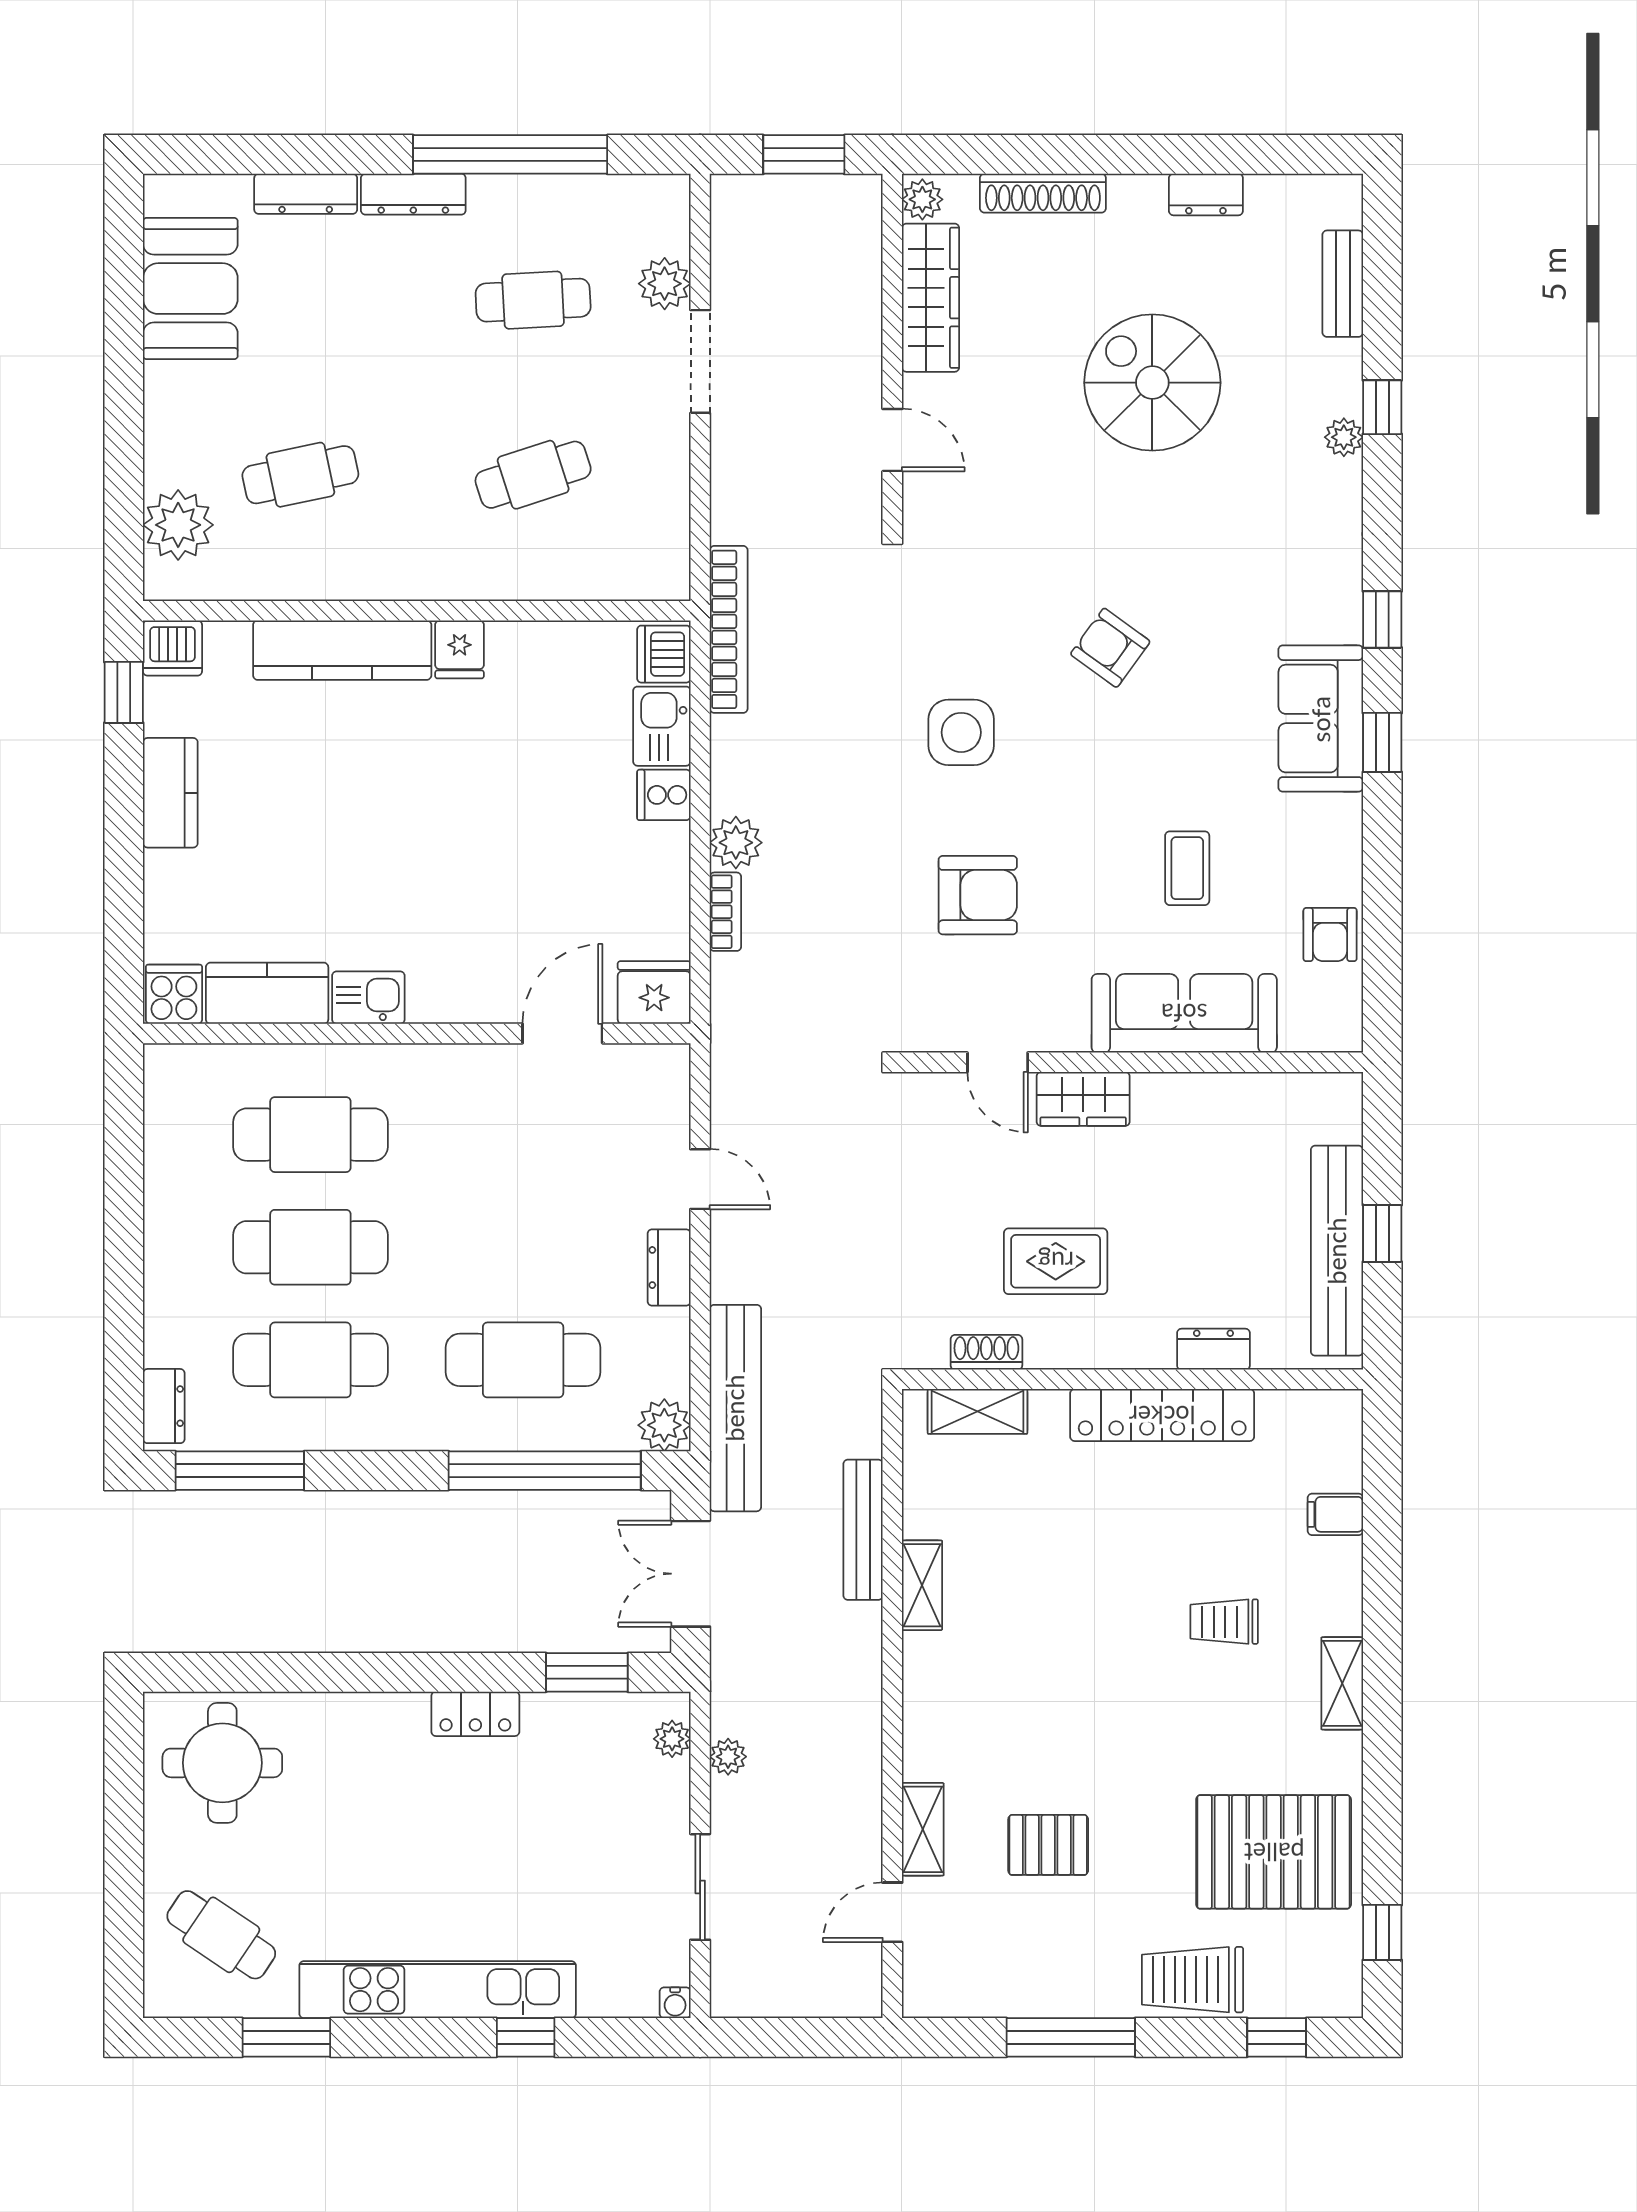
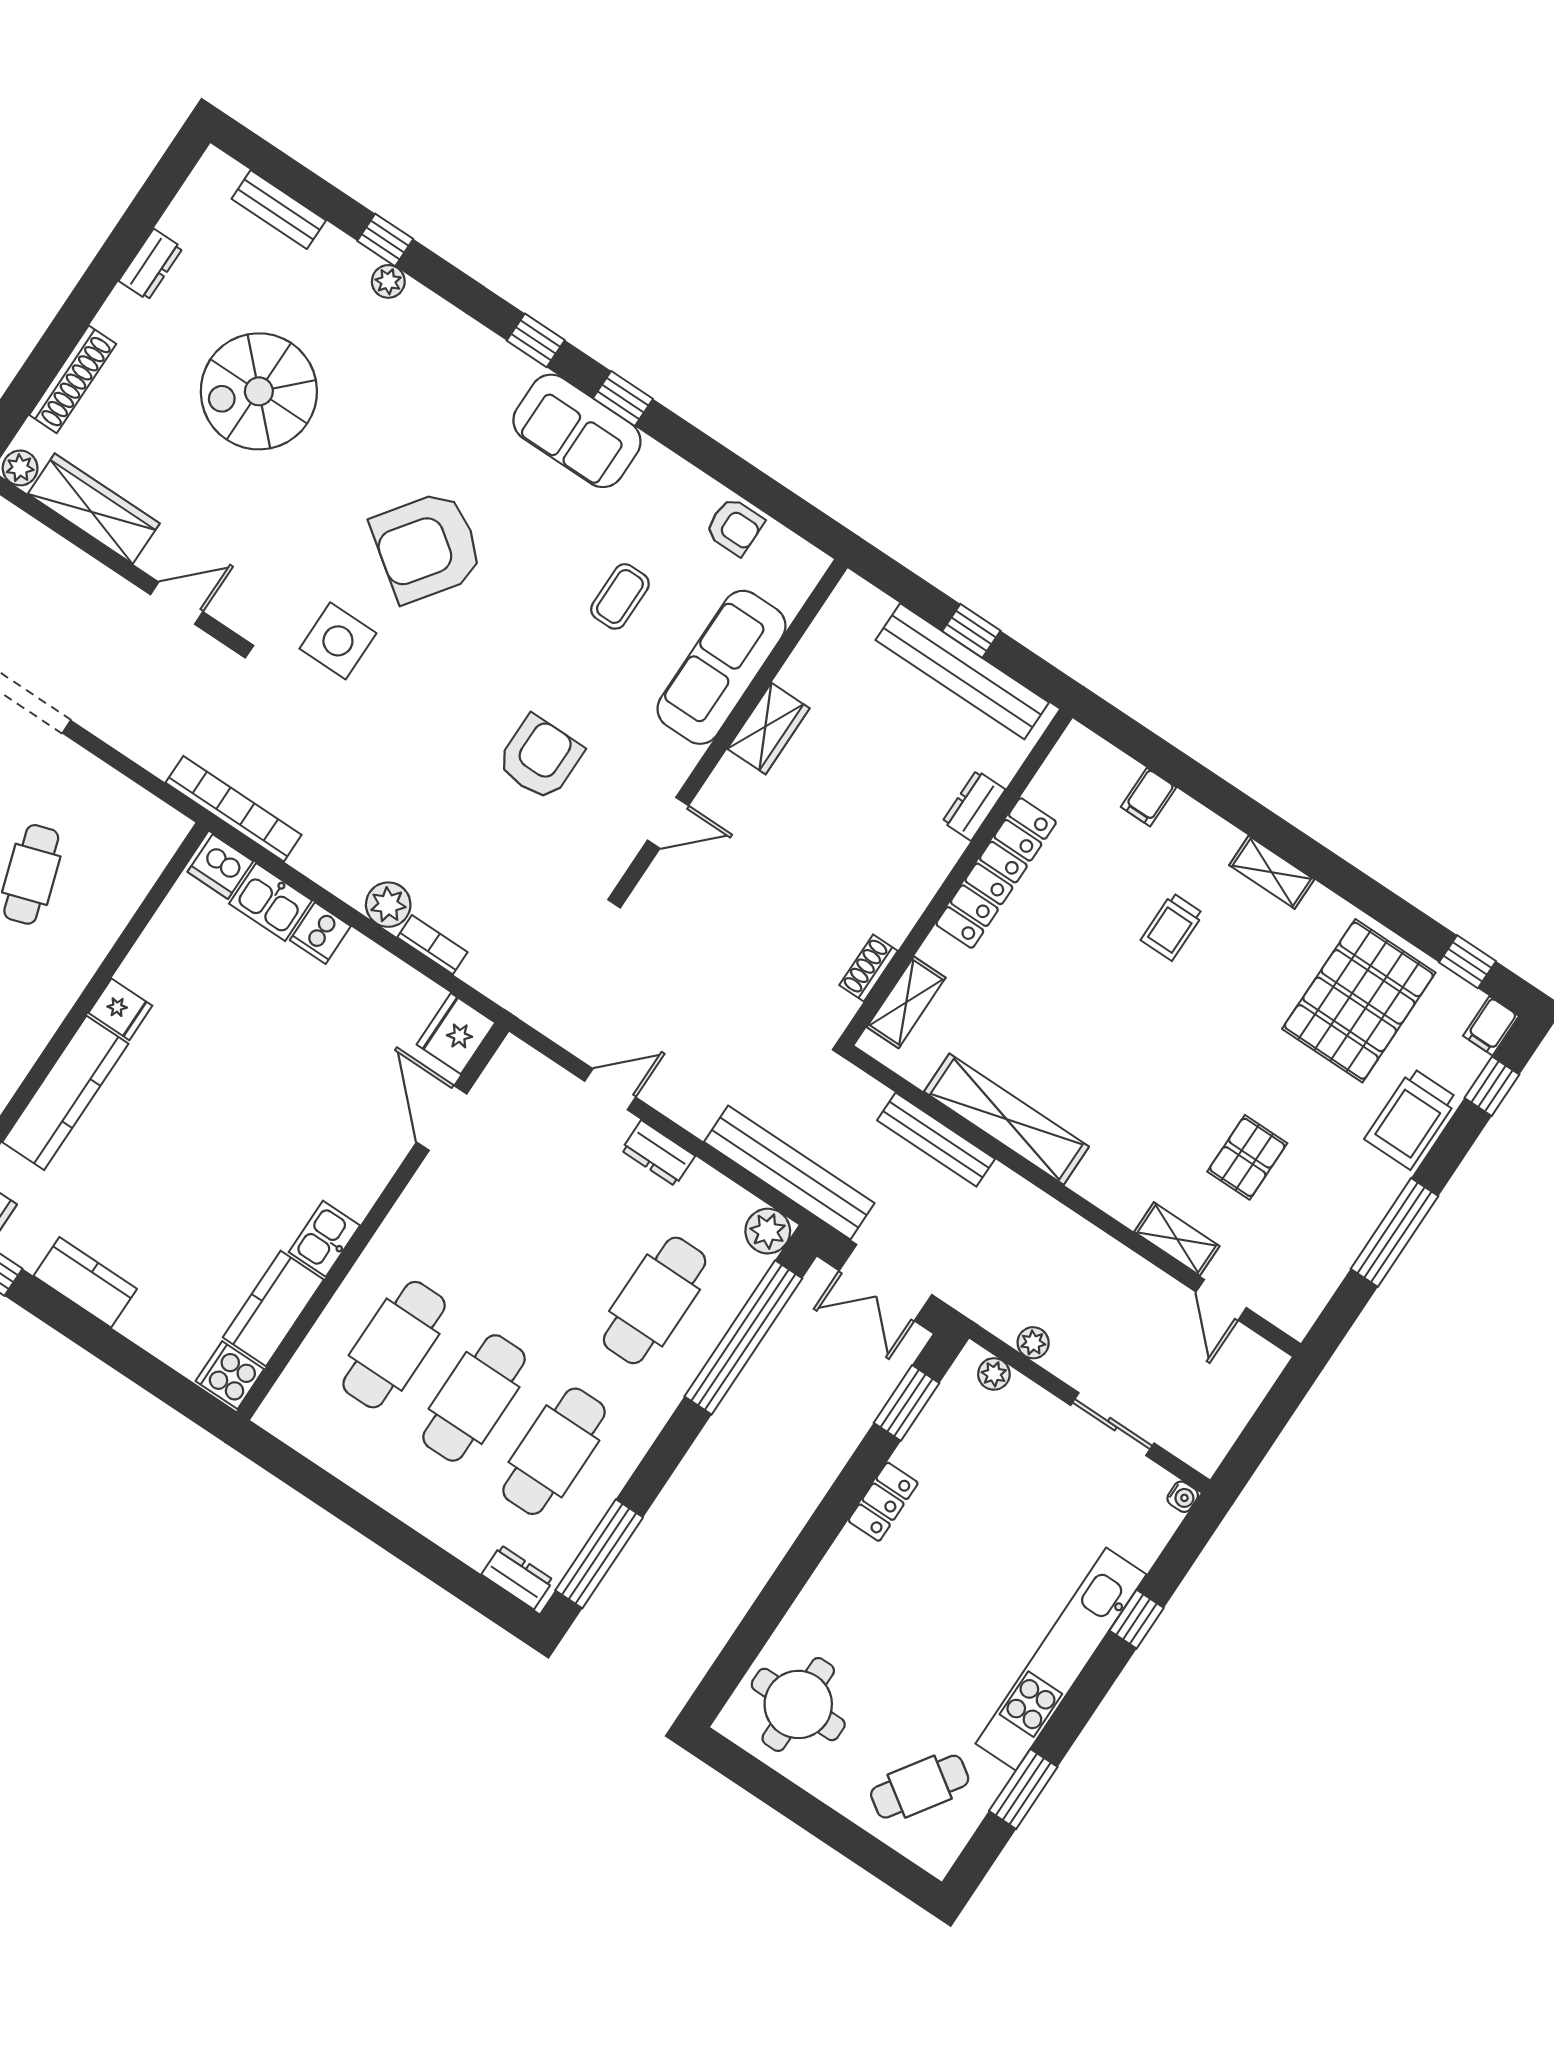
armchair: (1110, 648) -> (427, 547), width x1.88, depth x1.88
side table: (961, 732) -> (338, 641), moved
coffee table: (1187, 868) -> (620, 596), turned 90
wardrobe: (1083, 1099) -> (768, 729), moved
rug: (1056, 1261) -> (837, 876), removed
shelving: (922, 1585) -> (1006, 1119), width x2.20, depth x1.33
filing cabinet: (1335, 1997) -> (1491, 1026), added

